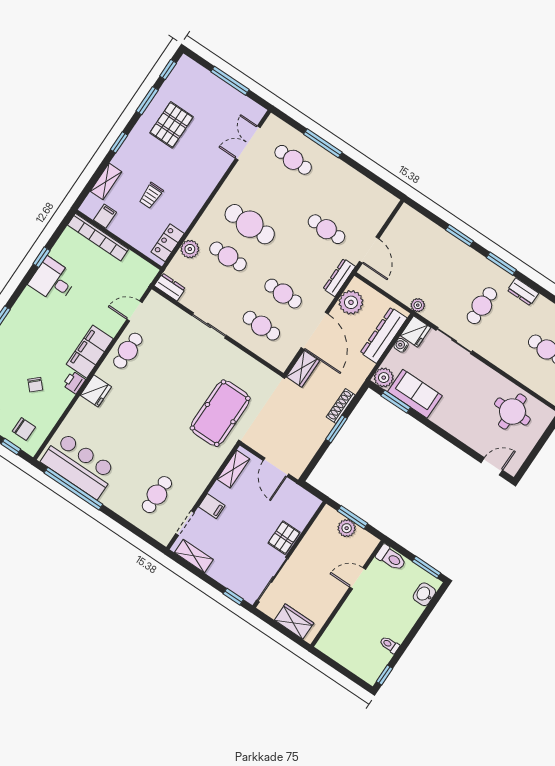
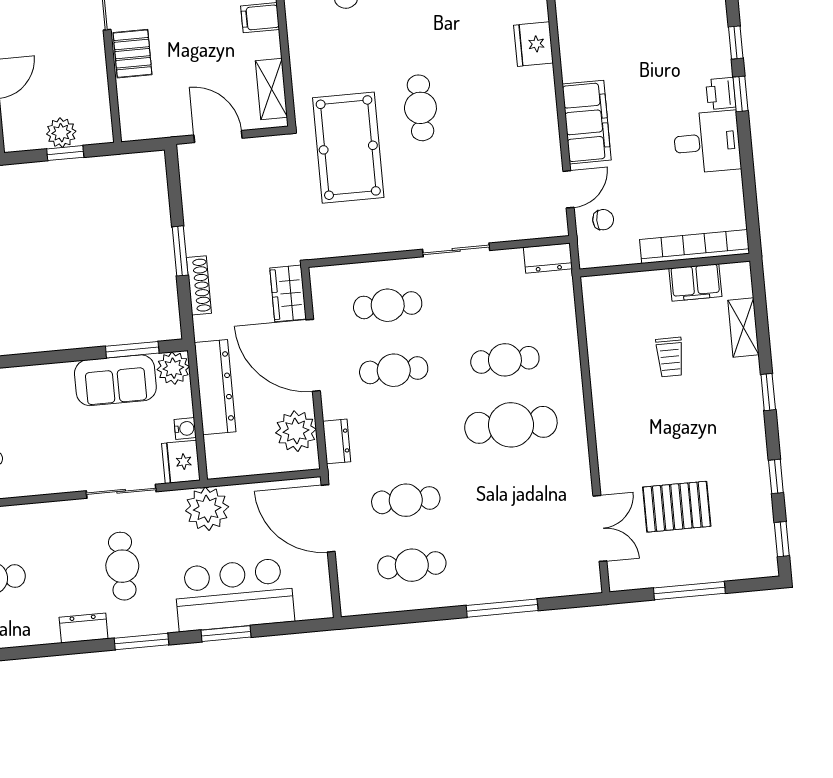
window: (147, 101) -> (776, 476), width x0.67
pallet: (171, 125) -> (677, 507), moved, turned 90
cafe table: (293, 160) -> (412, 565), moved
trolley: (151, 195) -> (670, 357), turned 180
filing cabinet: (105, 216) -> (695, 282), width x2.00
locker: (168, 243) -> (598, 313), removed
plant: (190, 249) -> (562, 329), removed
door: (369, 250) -> (328, 518), width x1.36
bar counter: (441, 250) -> (234, 595), added
window: (42, 257) -> (740, 94), moved
dresser: (339, 278) -> (337, 441), width x0.70
chair: (130, 284) -> (603, 220), added
plant: (418, 305) -> (207, 509), width x1.88, depth x1.88
dresser: (384, 335) -> (215, 387), moved
cafe table: (128, 351) -> (420, 108), moved
filing cabinet: (90, 352) -> (587, 122), moved
printer: (74, 382) -> (721, 93), moved, turned 180
window: (352, 517) -> (65, 153), width x0.67

